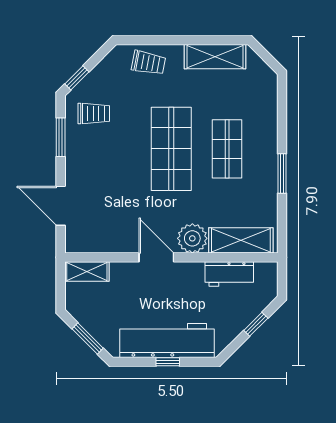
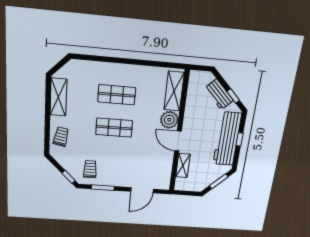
shop shelf: (171, 149) -> (114, 128), width x0.70, depth x0.74
window: (282, 174) -> (135, 62), removed
door: (156, 257) -> (178, 141), hinge flipped
shelving: (87, 272) -> (183, 166), moved
workbench: (229, 274) -> (219, 94), moved, turned 135
window: (256, 324) -> (233, 96), moved

